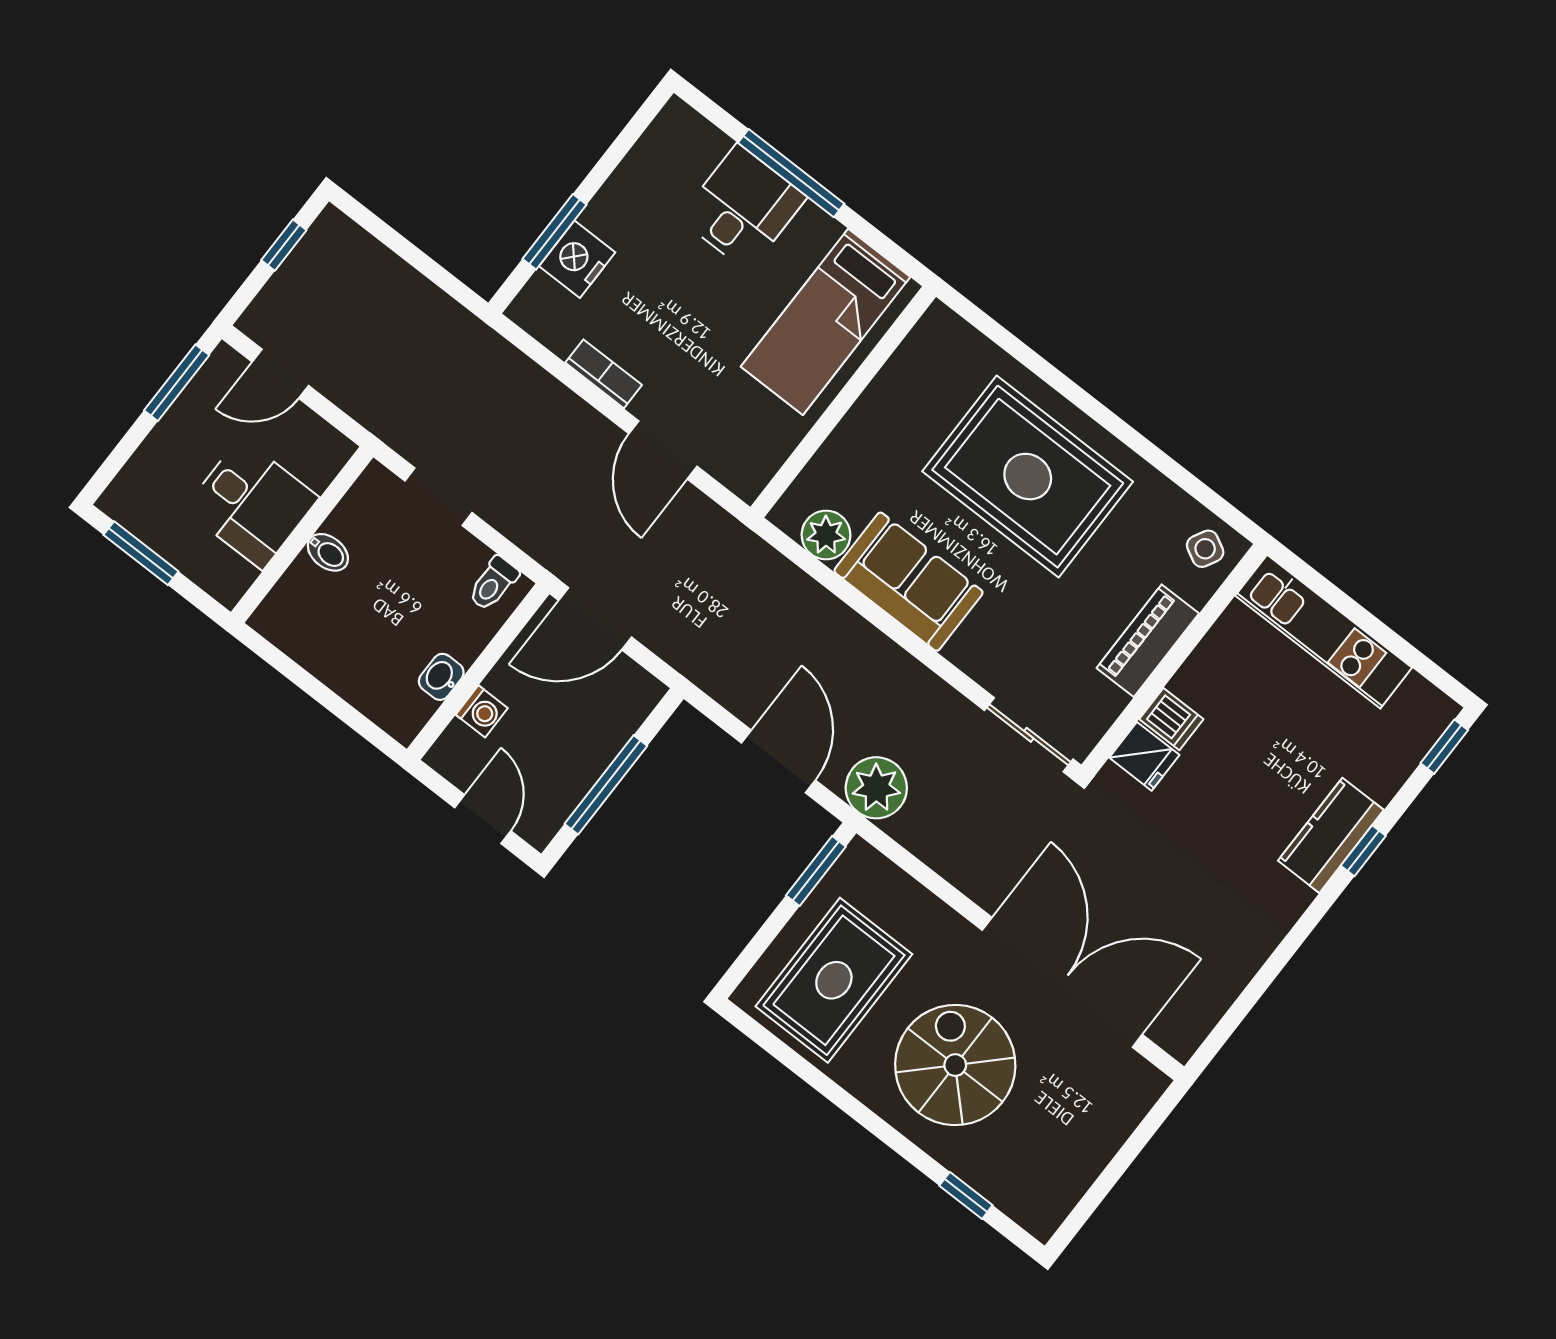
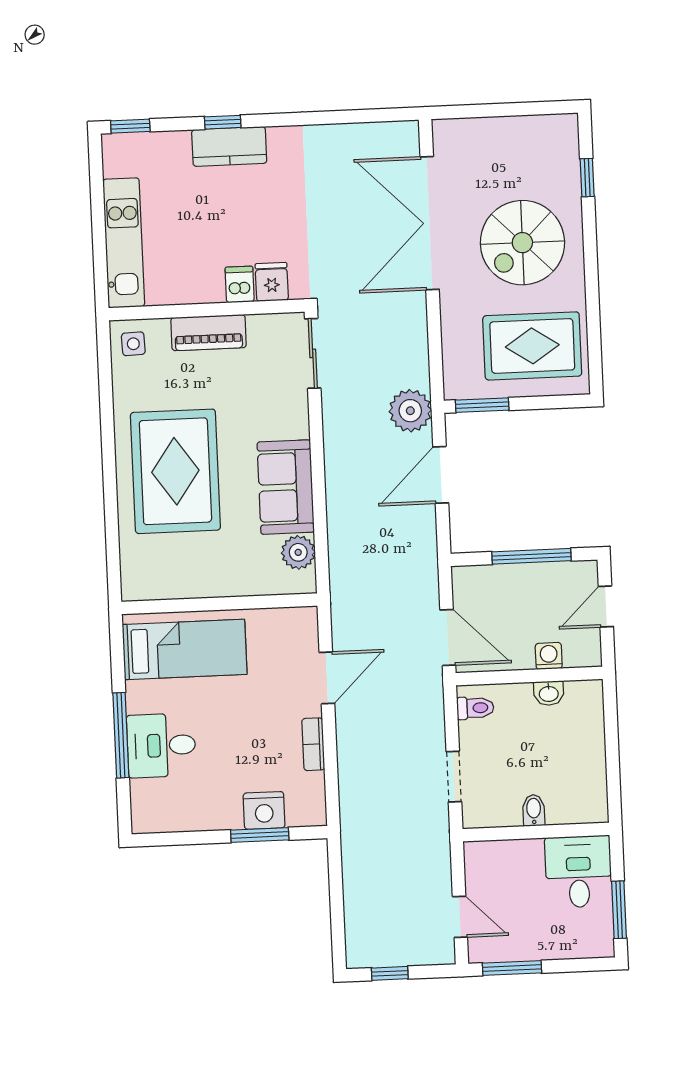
desk: (252, 503) -> (579, 872), moved
side table: (1205, 549) -> (133, 344), turned -30

